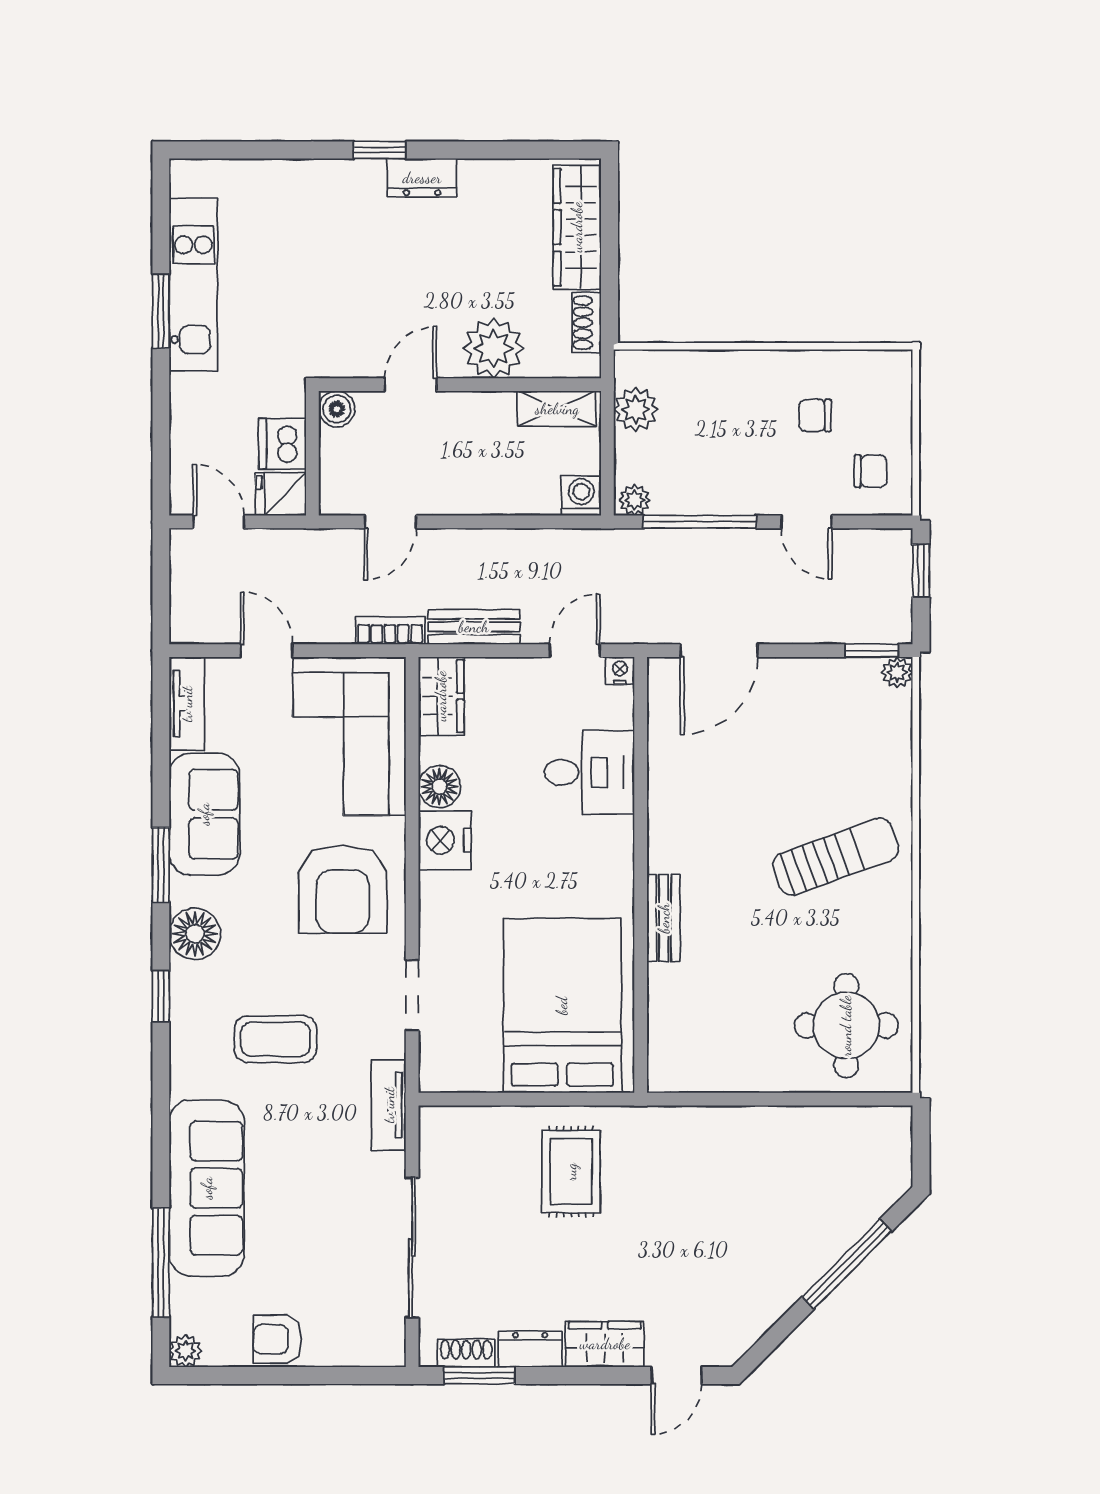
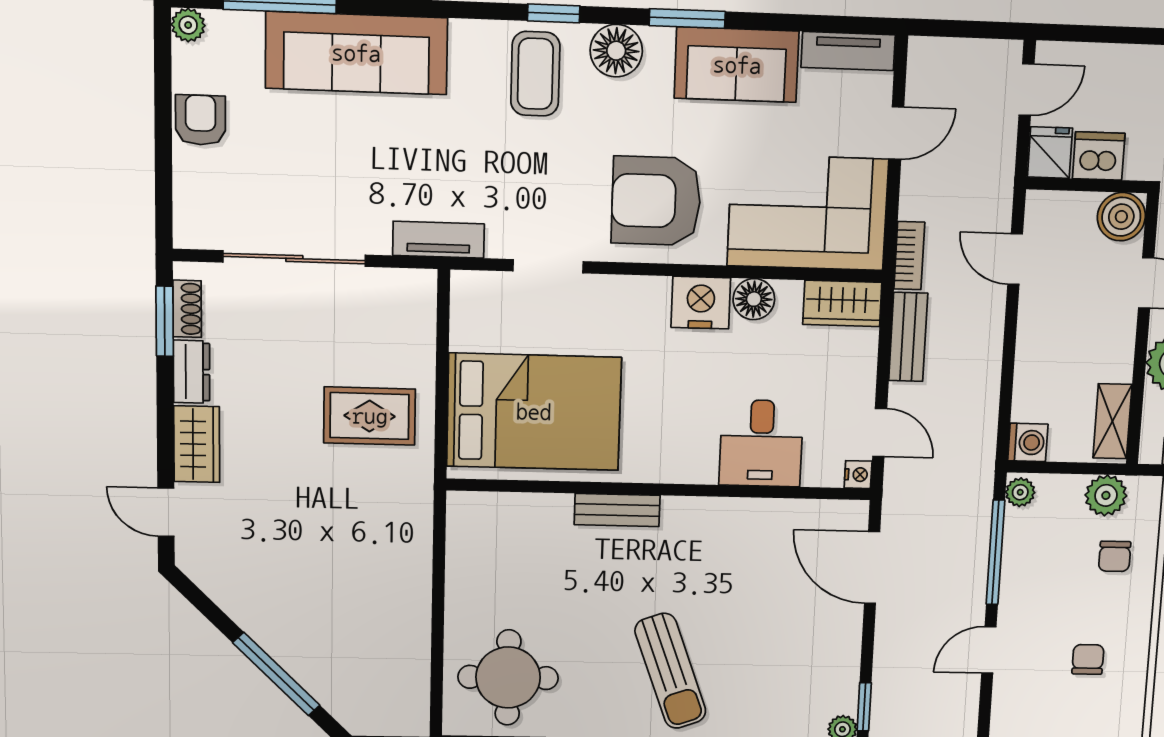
boiler: (337, 409) -> (1121, 217), width x1.36, depth x1.36
chair: (871, 471) -> (1115, 556), moved
coffee table: (276, 1039) -> (535, 74), moved

